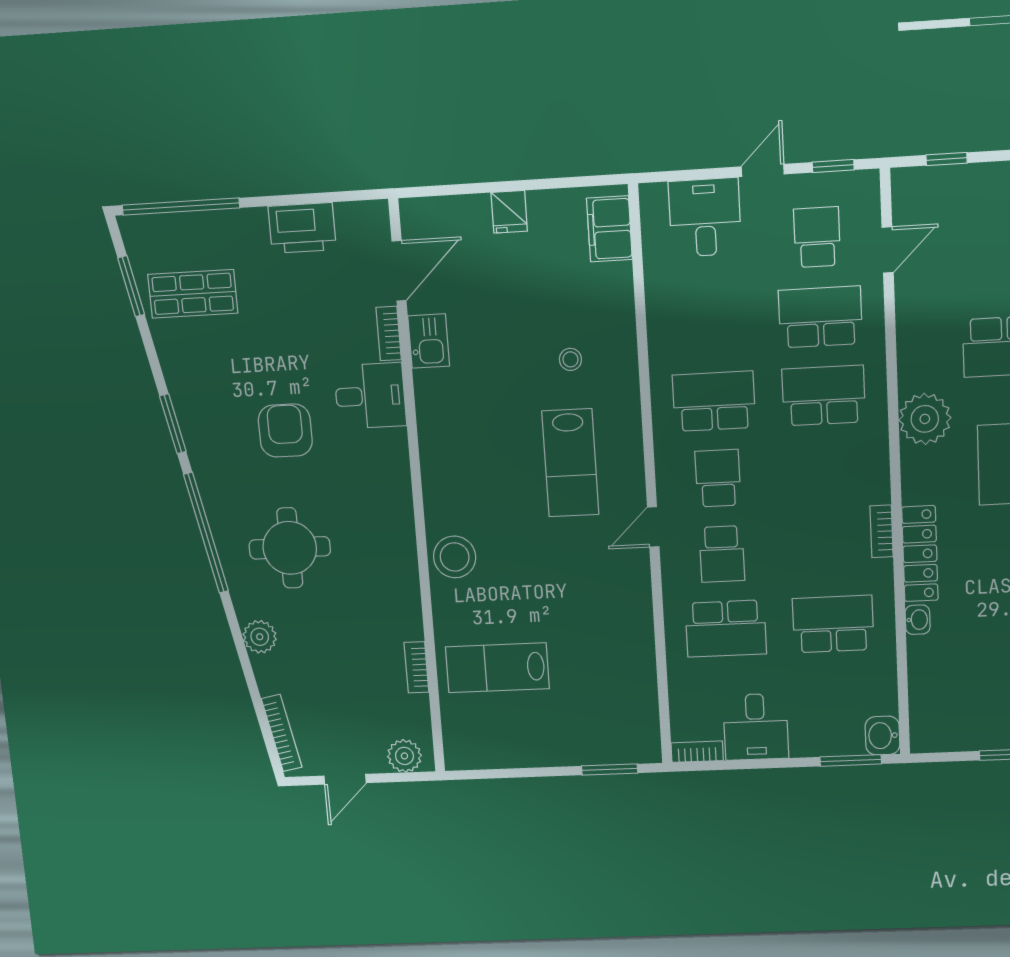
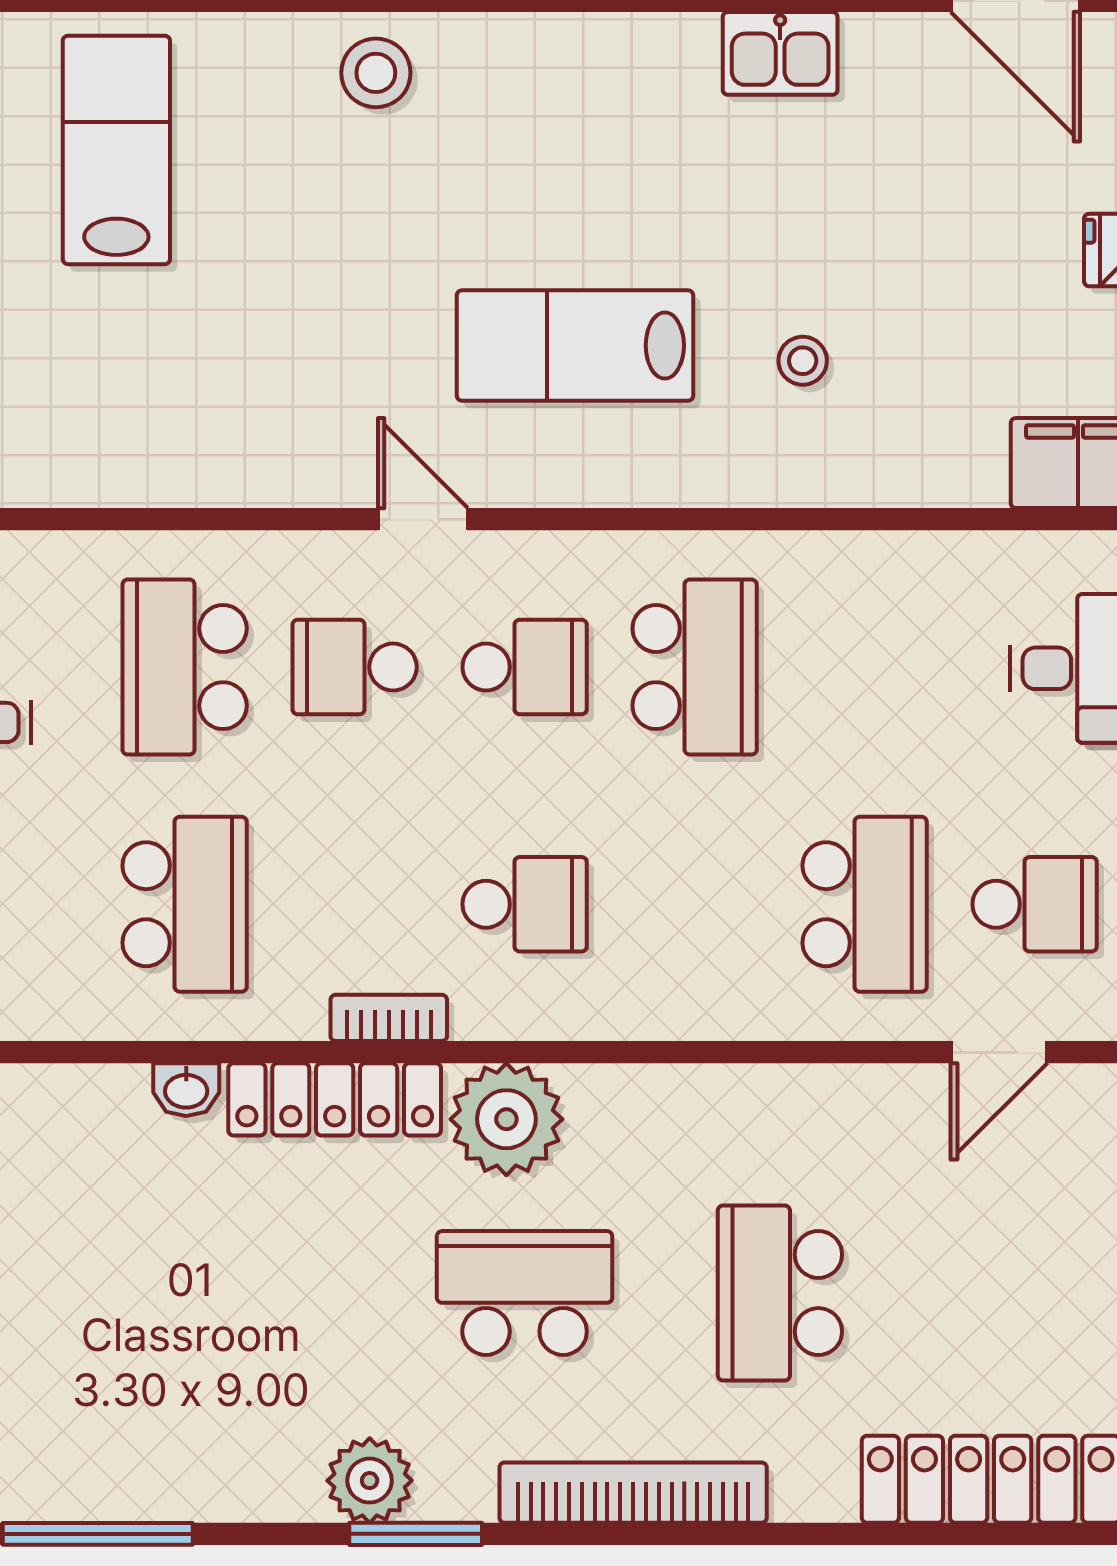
door: (888, 250) -> (999, 1052), hinge flipped
kitchen sink: (429, 341) -> (780, 53), moved
school desk: (824, 395) -> (525, 904), moved, width x0.54
plant: (925, 419) -> (506, 1119), moved
stool: (455, 557) -> (376, 73), width x0.73, depth x0.73

